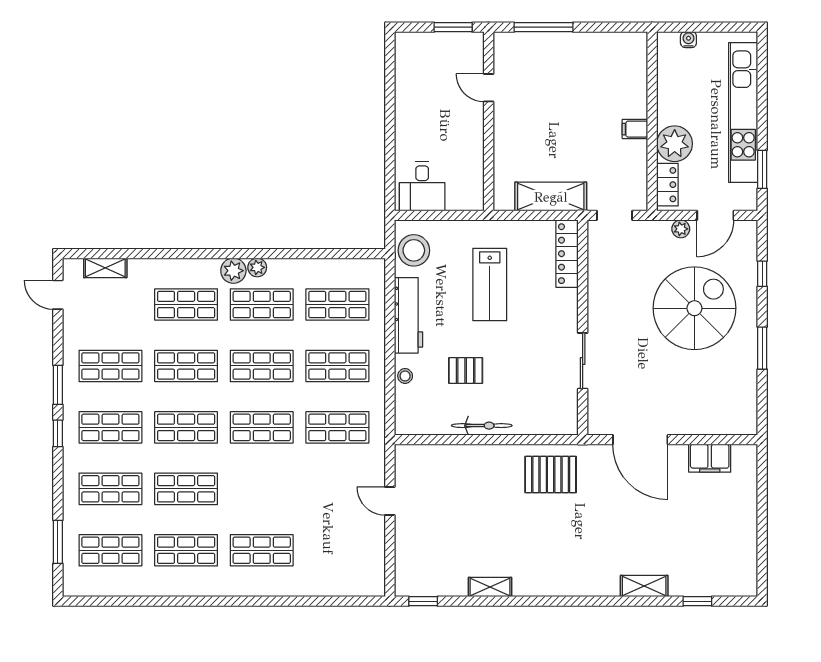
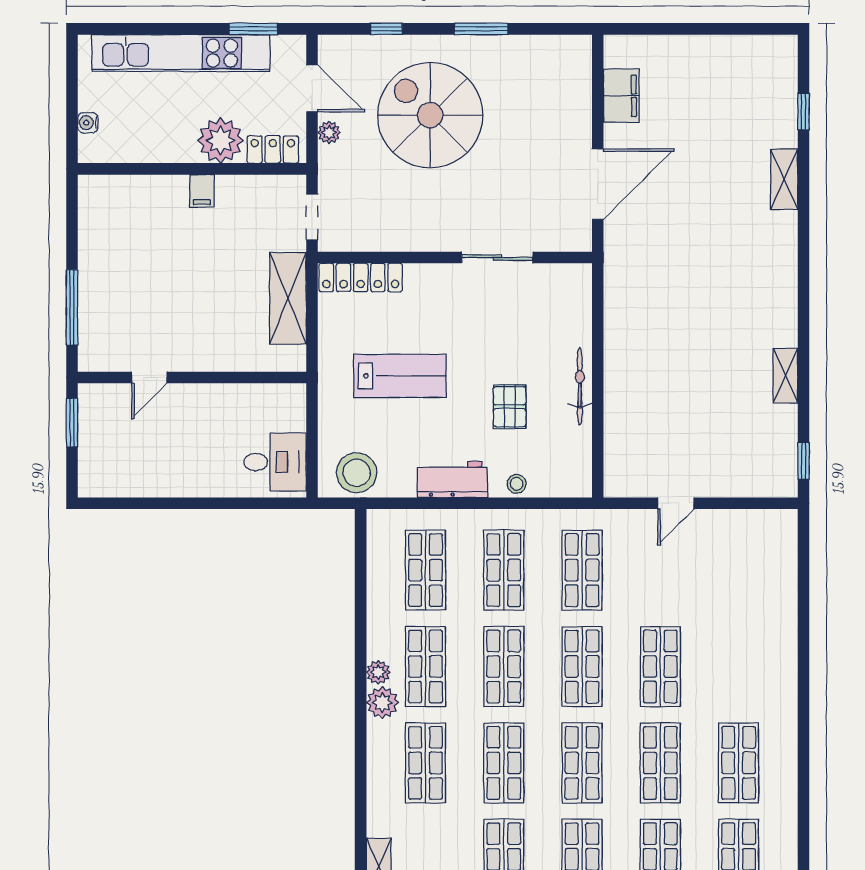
workbench: (409, 315) -> (452, 479), width x0.73
pallet: (551, 474) -> (642, 298), removed
shop shelf: (262, 550) -> (660, 667), moved

